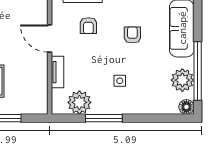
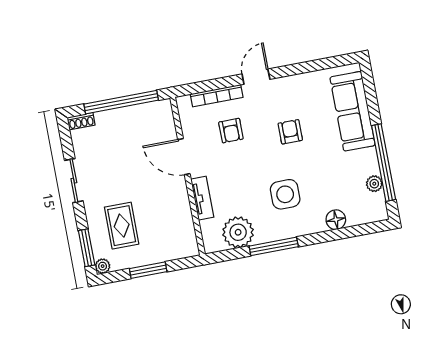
plant: (182, 80) -> (374, 184), width x0.53, depth x0.53
side table: (120, 81) -> (285, 194), width x1.87, depth x1.87
floor lamp: (186, 107) -> (336, 220), moved

